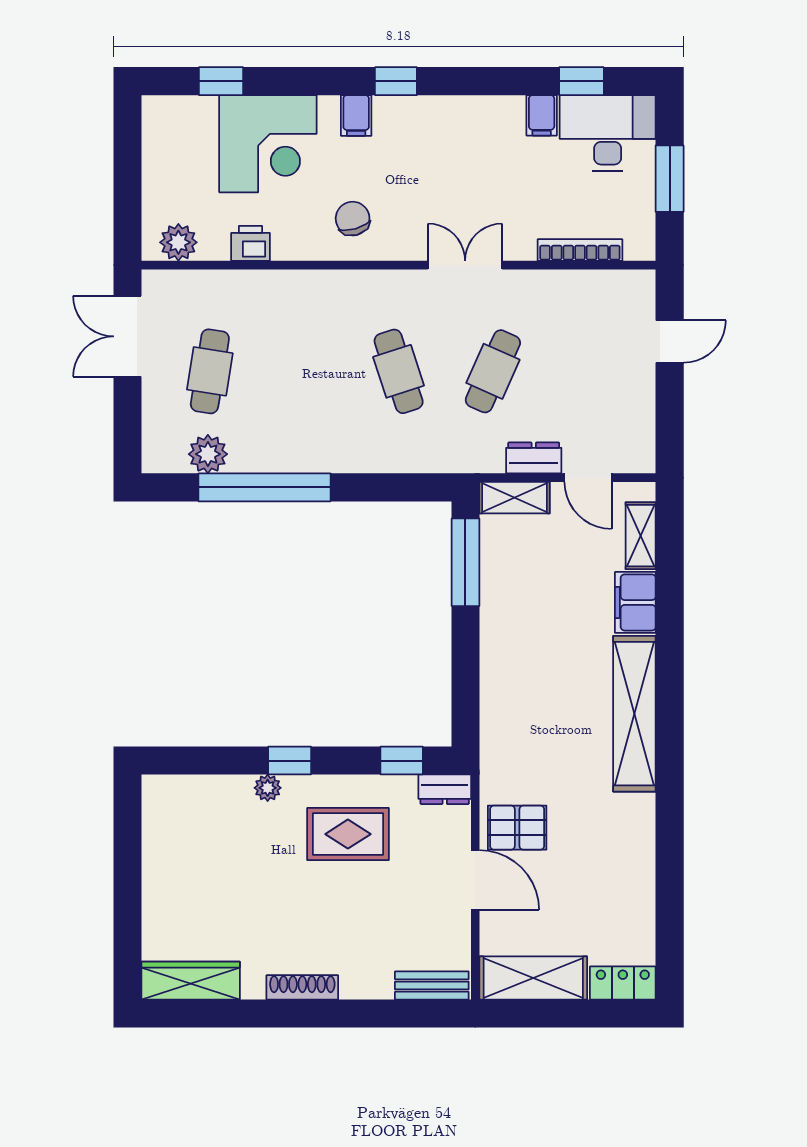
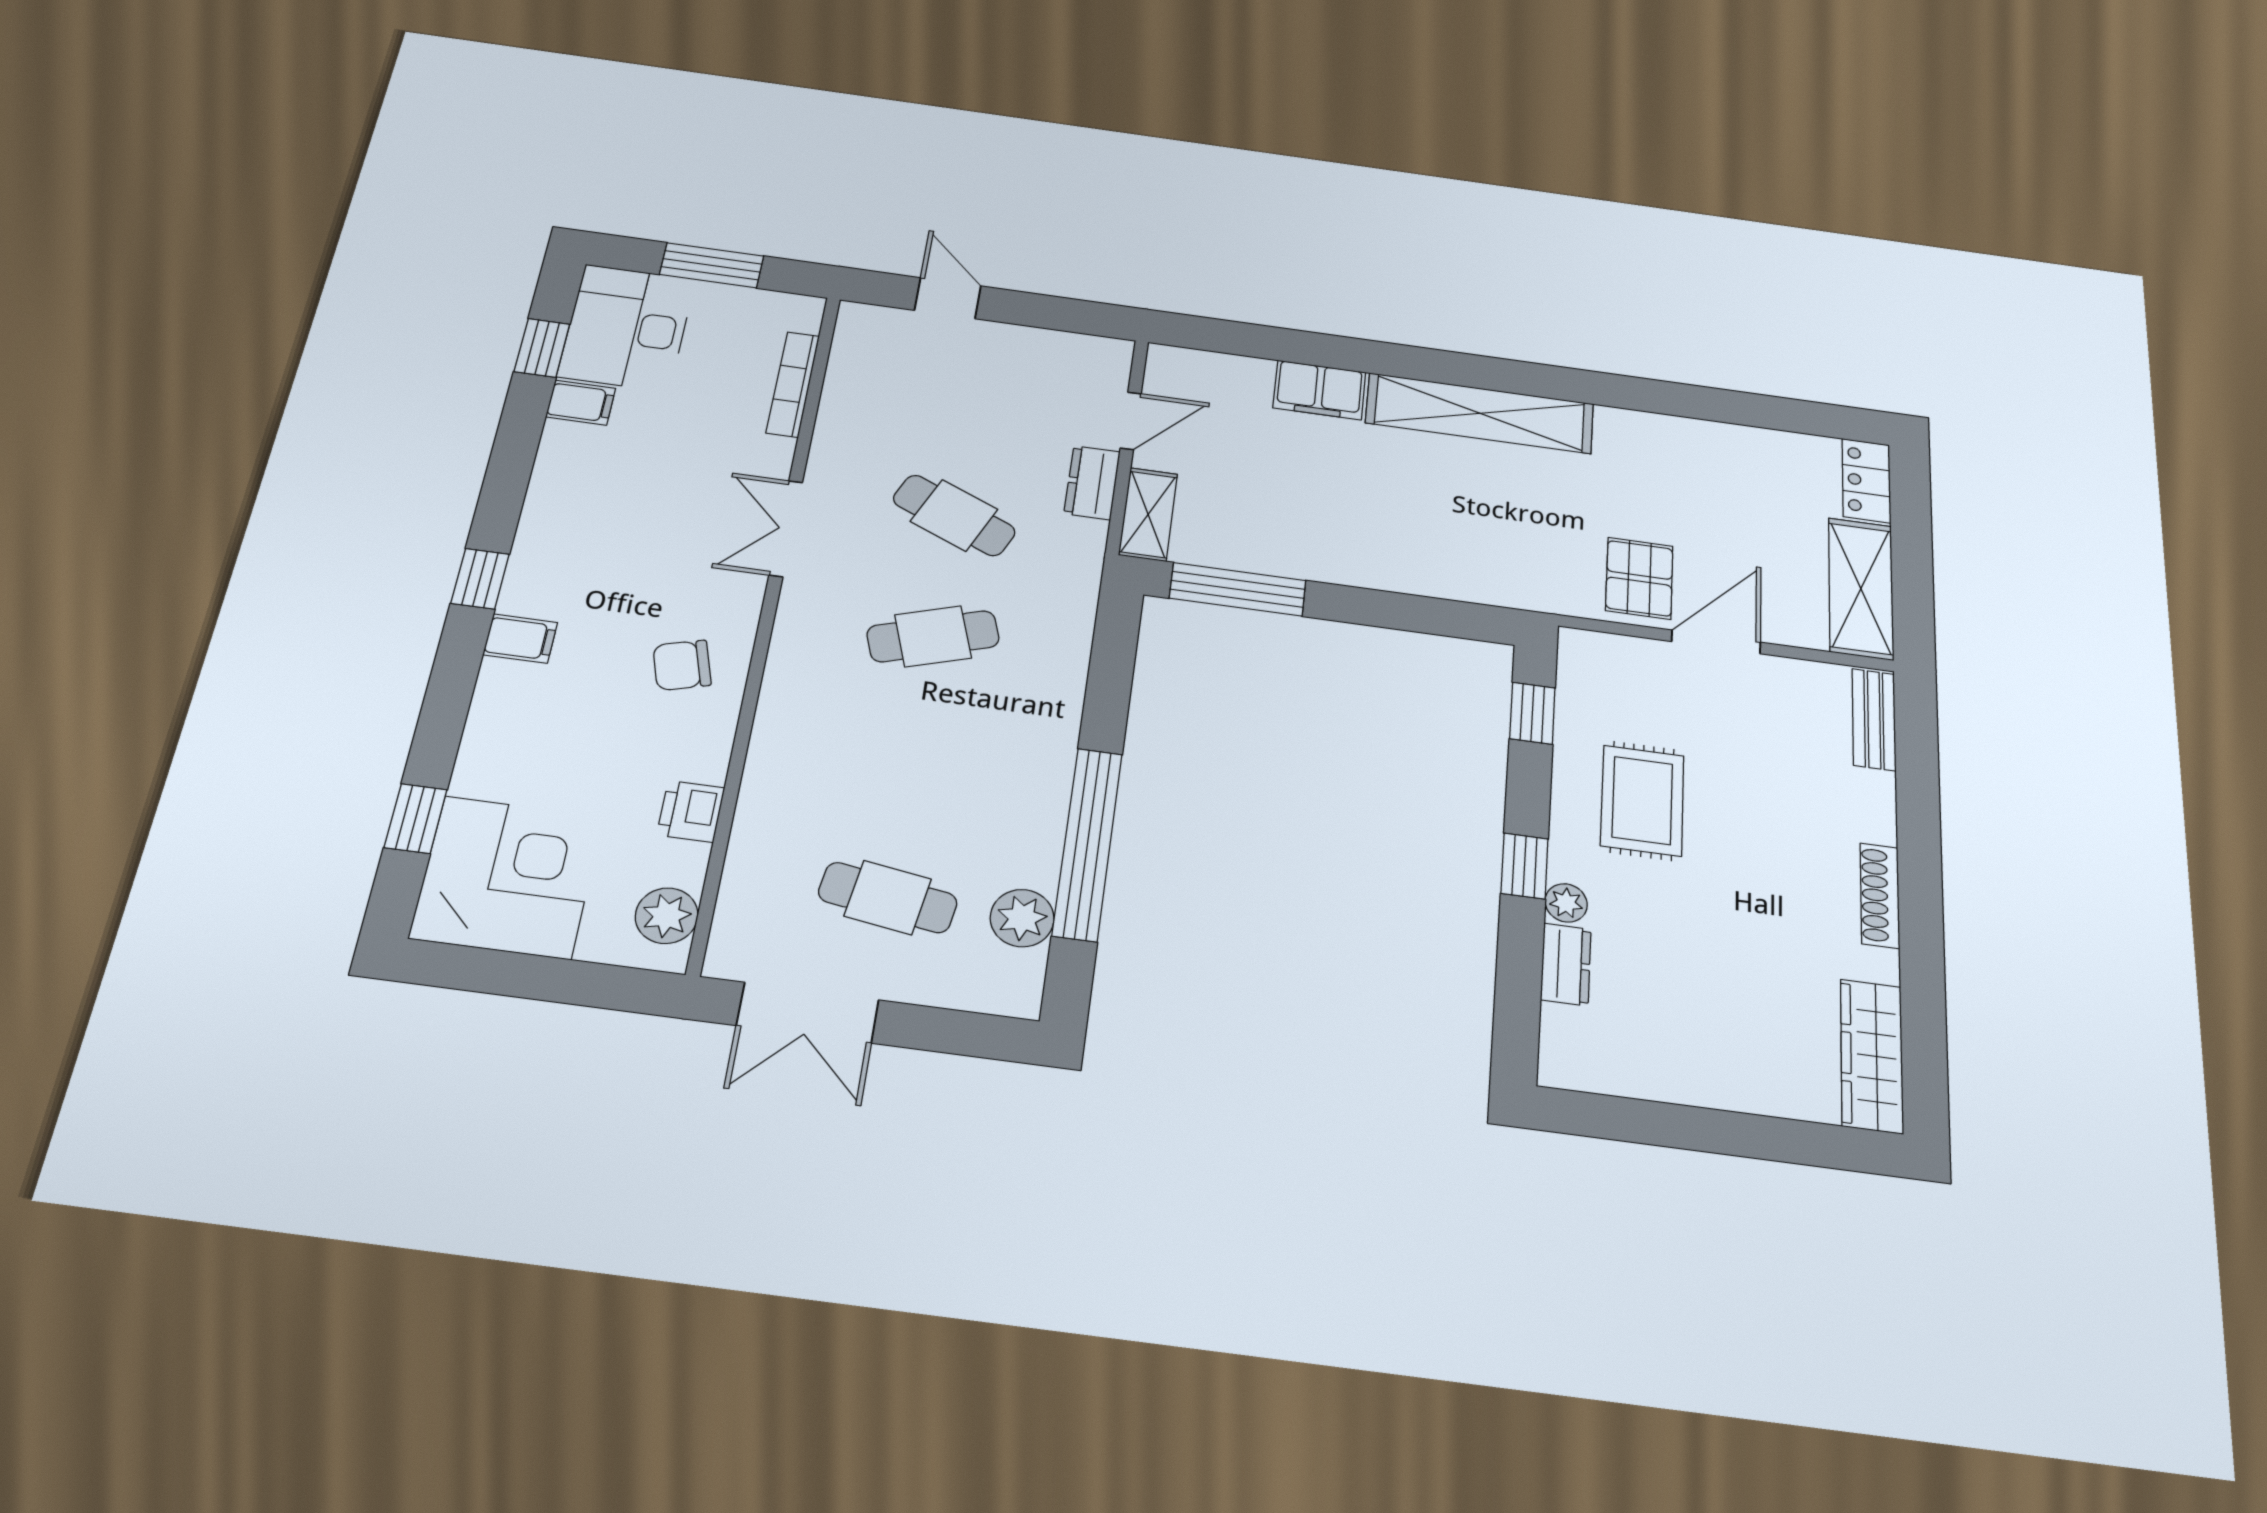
corner desk: (268, 144) -> (507, 877), moved
shelving: (641, 536) -> (1223, 370), removed
dresser: (445, 789) -> (1566, 964), moved

